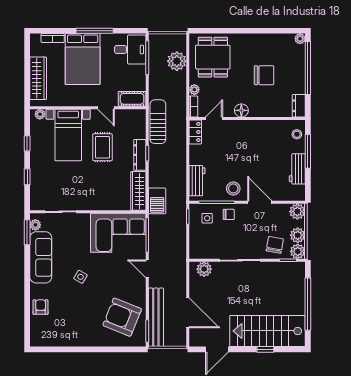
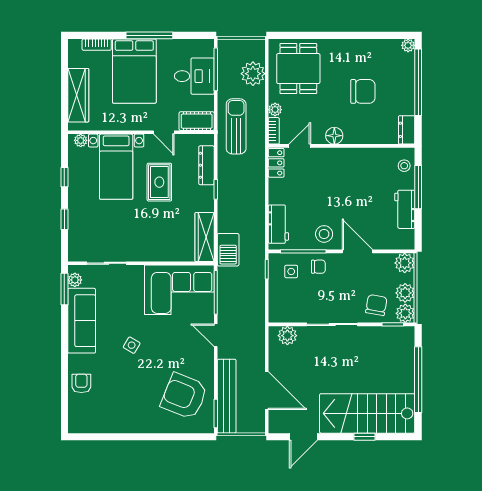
desk: (130, 49) -> (194, 76), moved
sun lounger: (158, 122) -> (236, 126), moved
dresser: (140, 155) -> (206, 165), moved

